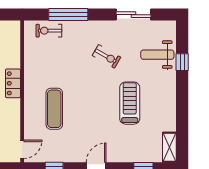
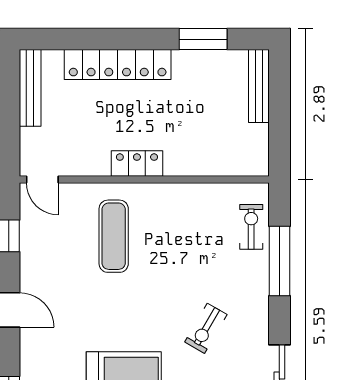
locker: (13, 83) -> (137, 164), moved
exercise mat: (54, 109) -> (114, 236), turned 90

